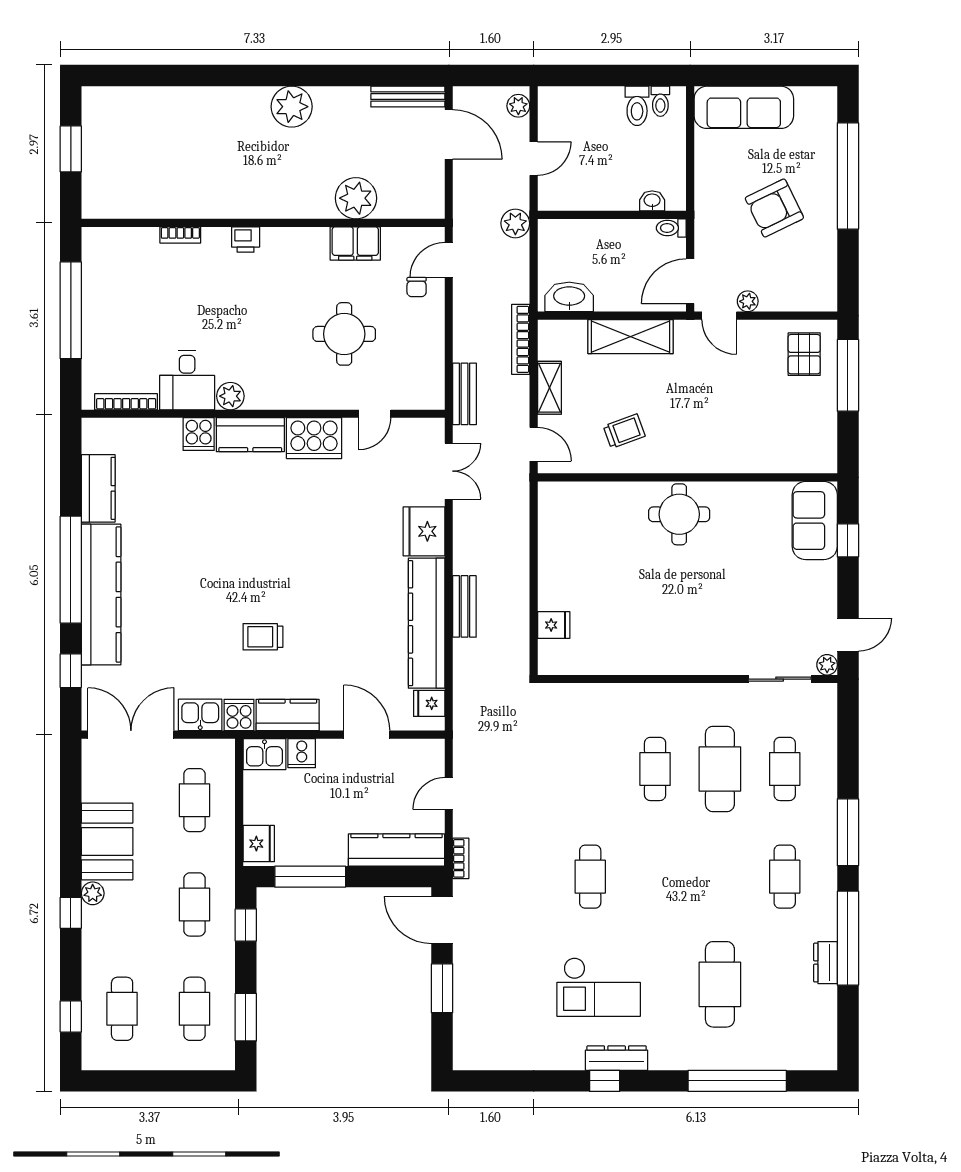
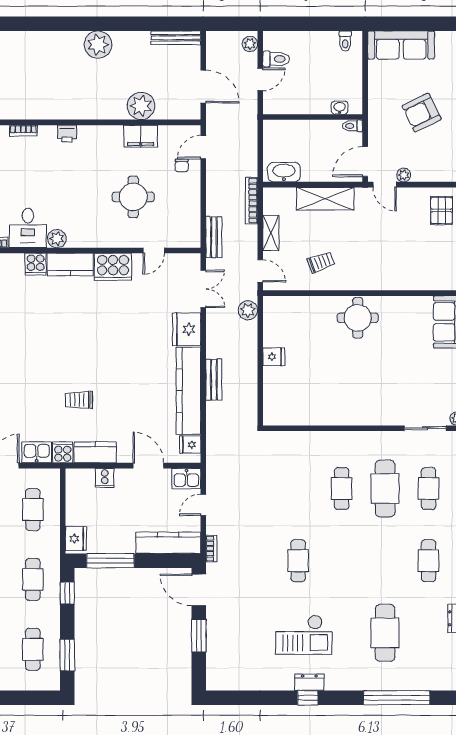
toilet: (637, 106) -> (276, 59), moved, turned -90
door: (449, 134) -> (203, 86), moved
plant: (515, 223) -> (248, 310), moved
fridge: (554, 625) -> (274, 357), moved
kitchen sink: (264, 754) -> (186, 479), moved
dresser: (617, 1058) -> (309, 682), width x0.70

